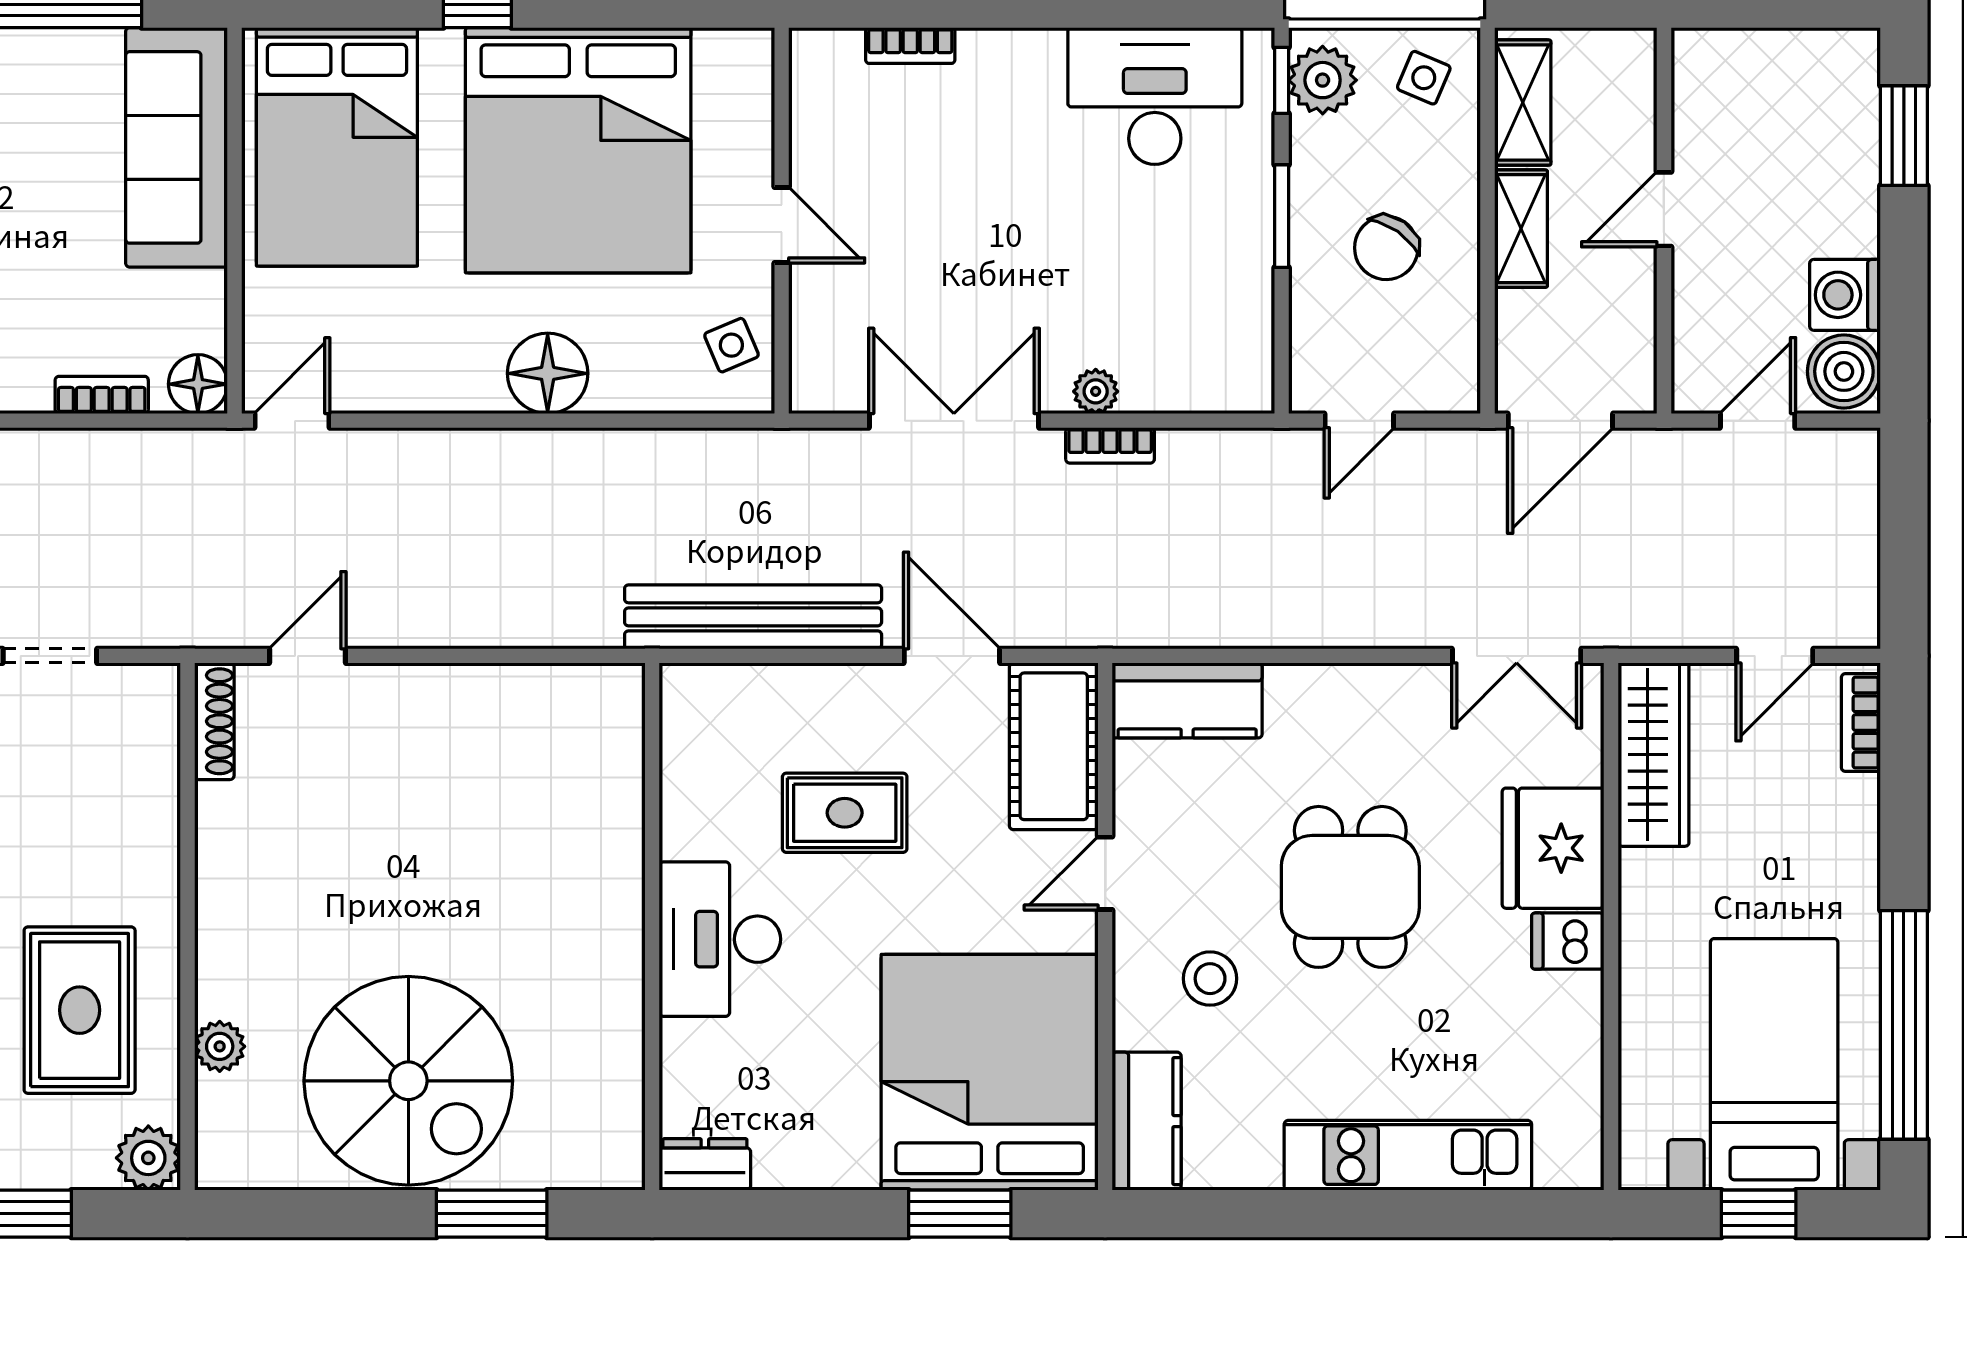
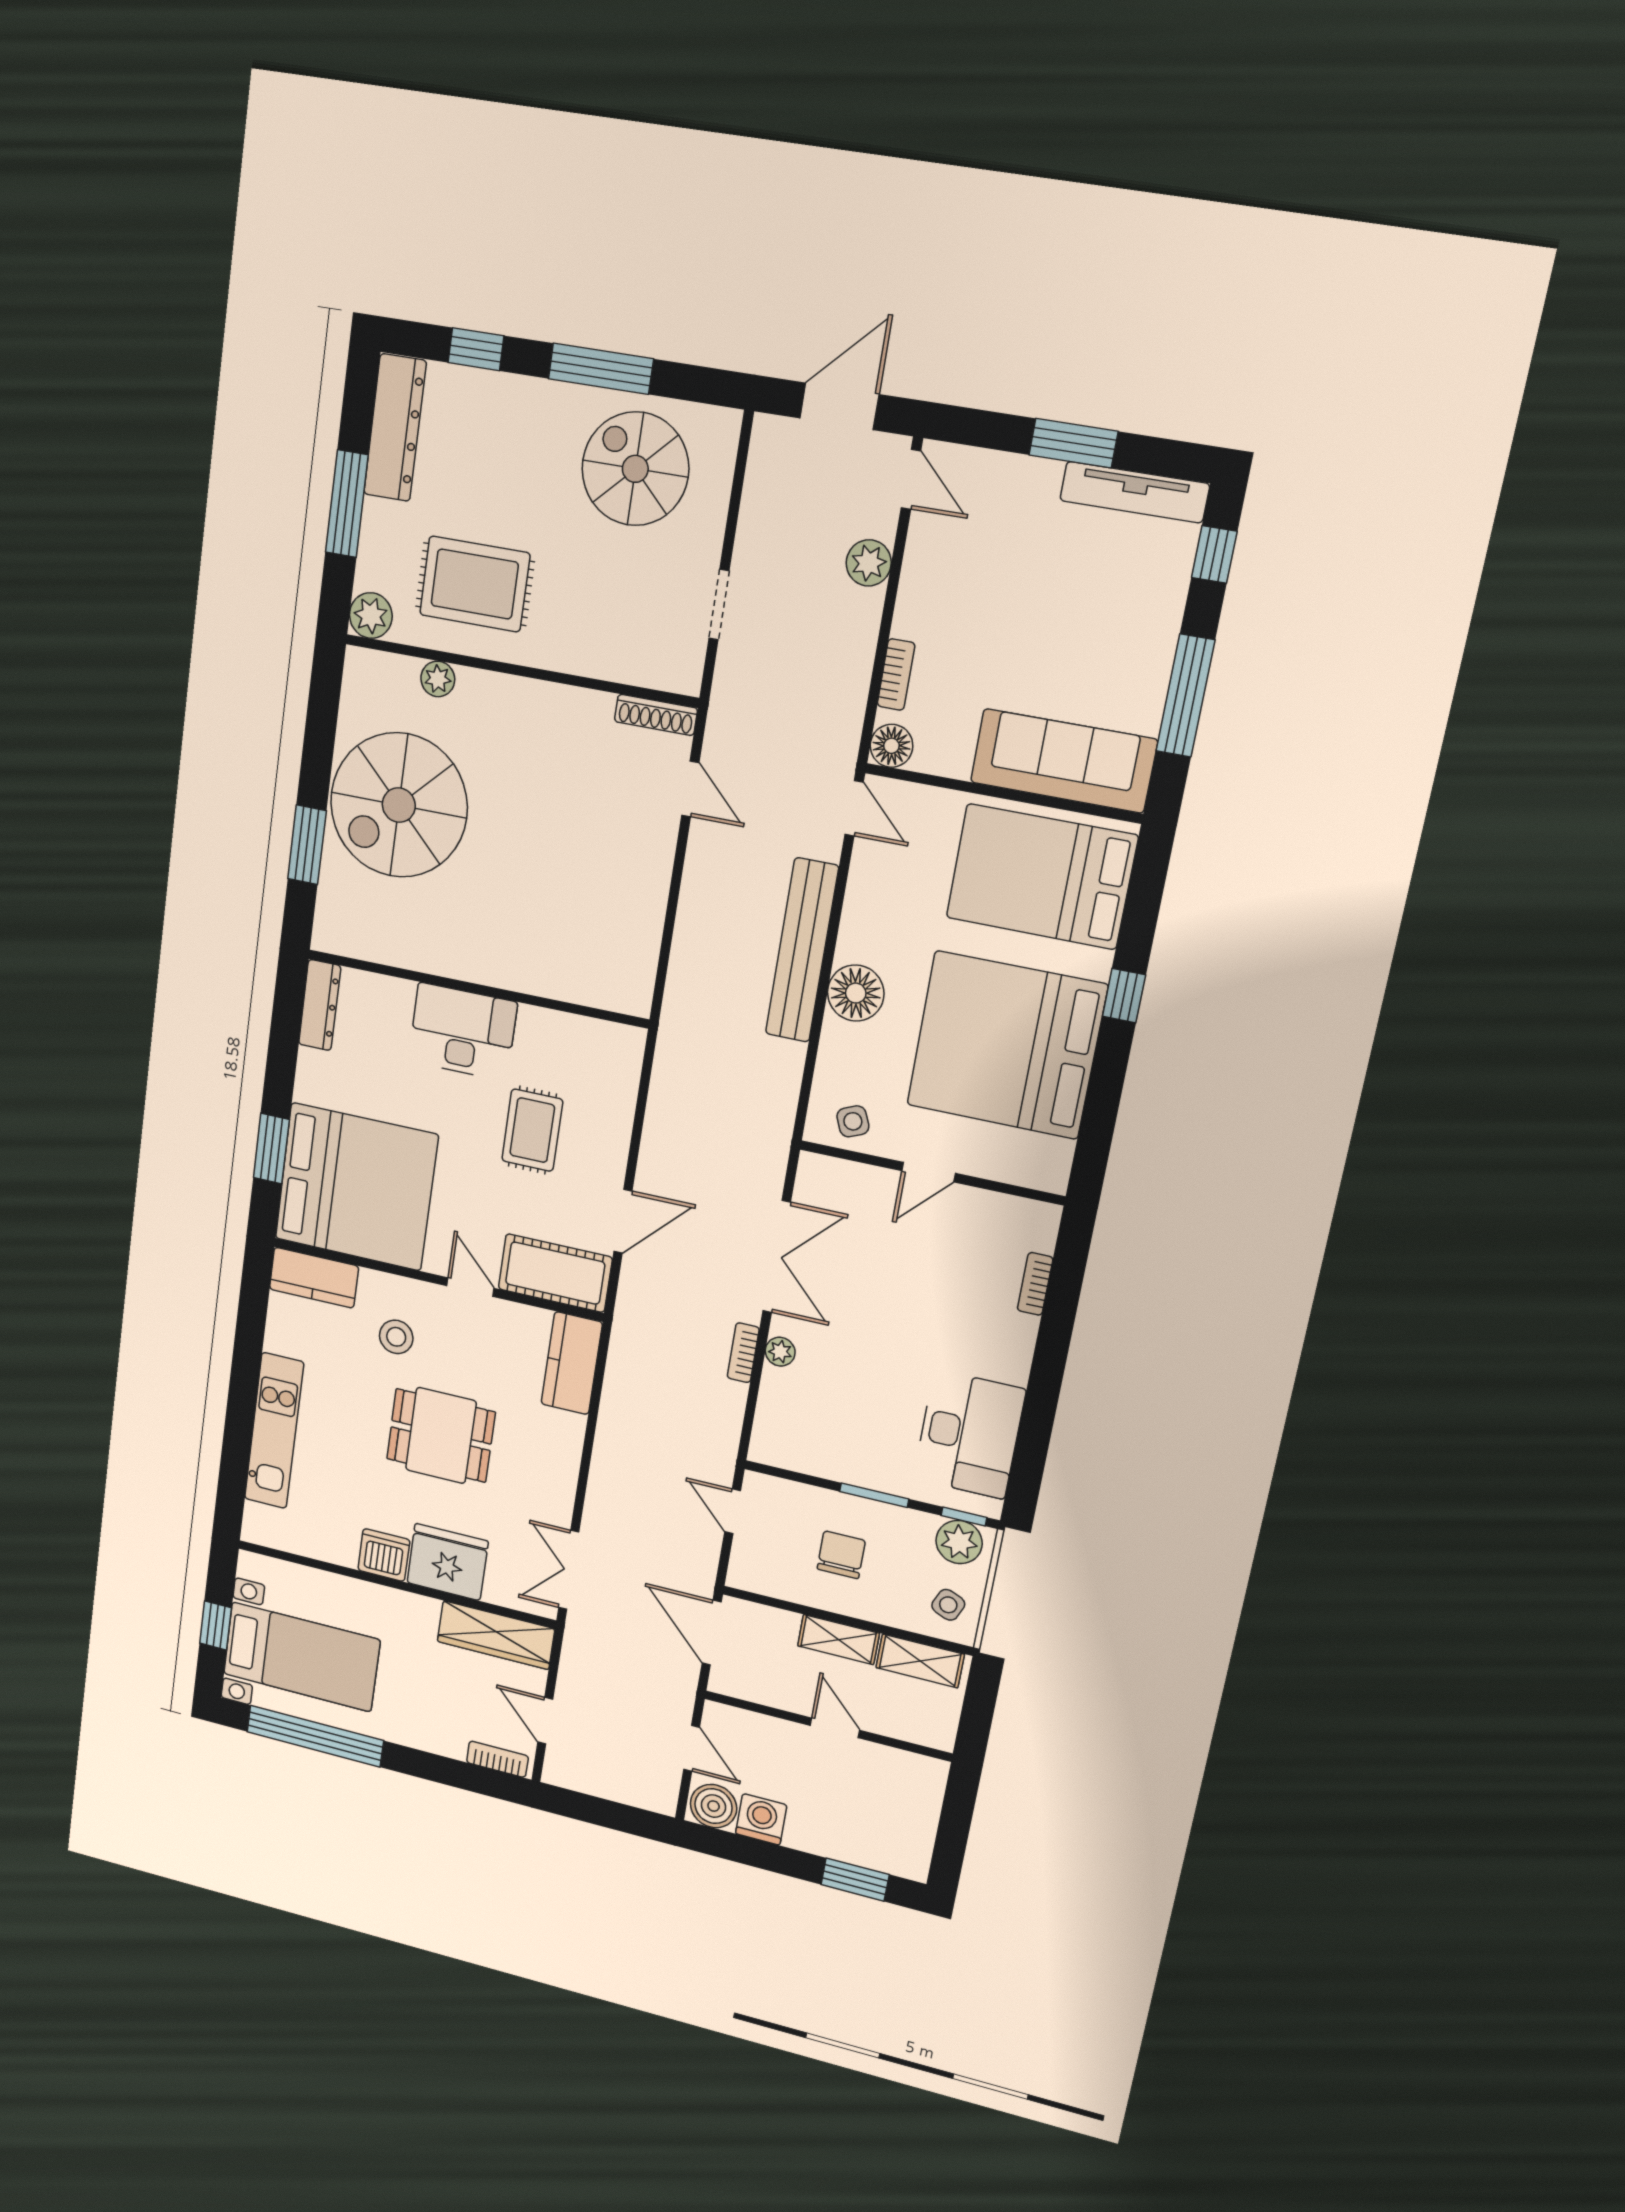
chair: (1386, 248) -> (841, 1555), turned 55
bench: (753, 617) -> (802, 950), moved
dishwasher: (1568, 941) -> (384, 1555), width x1.38
dresser: (705, 1164) -> (320, 1005), width x1.44

